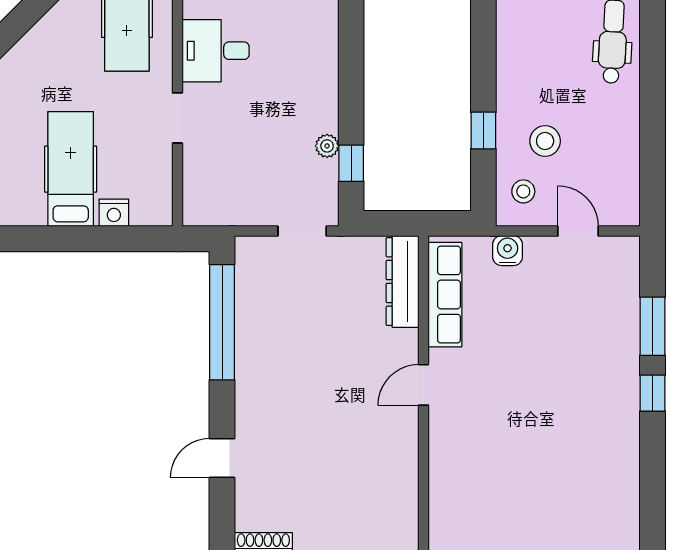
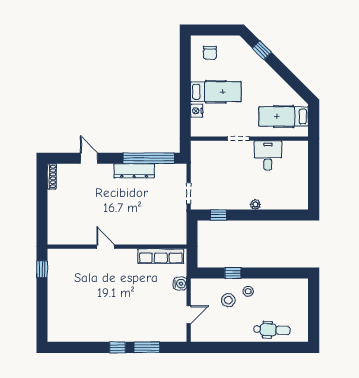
plant: (327, 146) -> (255, 204), moved
stool: (523, 191) -> (248, 291), moved
dresser: (402, 281) -> (134, 171), moved, turned 180
door: (423, 385) -> (106, 247), moved

